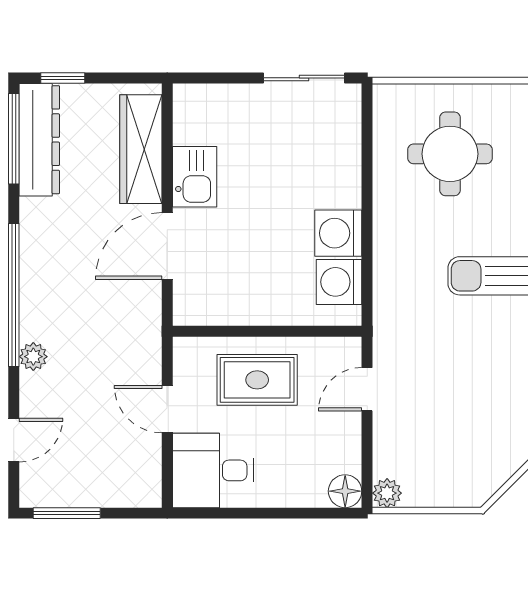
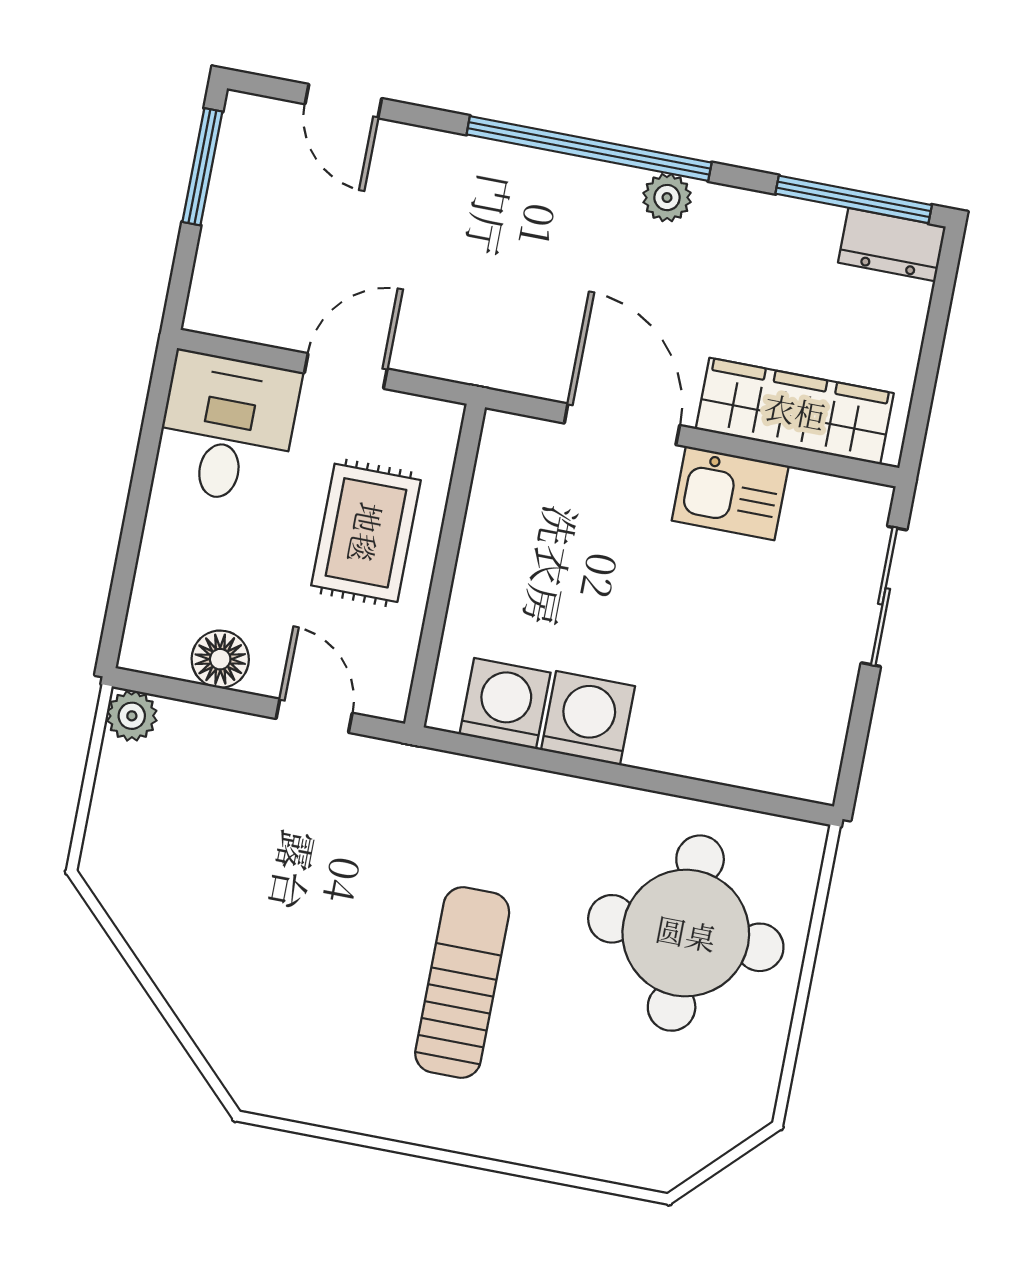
window: (63, 78) -> (941, 302), removed
sliding door: (304, 78) -> (884, 596), moved
dresser: (39, 140) -> (892, 245), width x0.51, depth x0.80
round table: (450, 154) -> (686, 933), width x1.36, depth x1.36
plant: (33, 357) -> (667, 198), moved
floor lamp: (345, 491) -> (220, 659), moved

